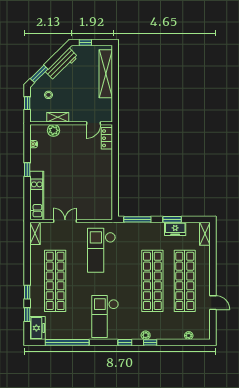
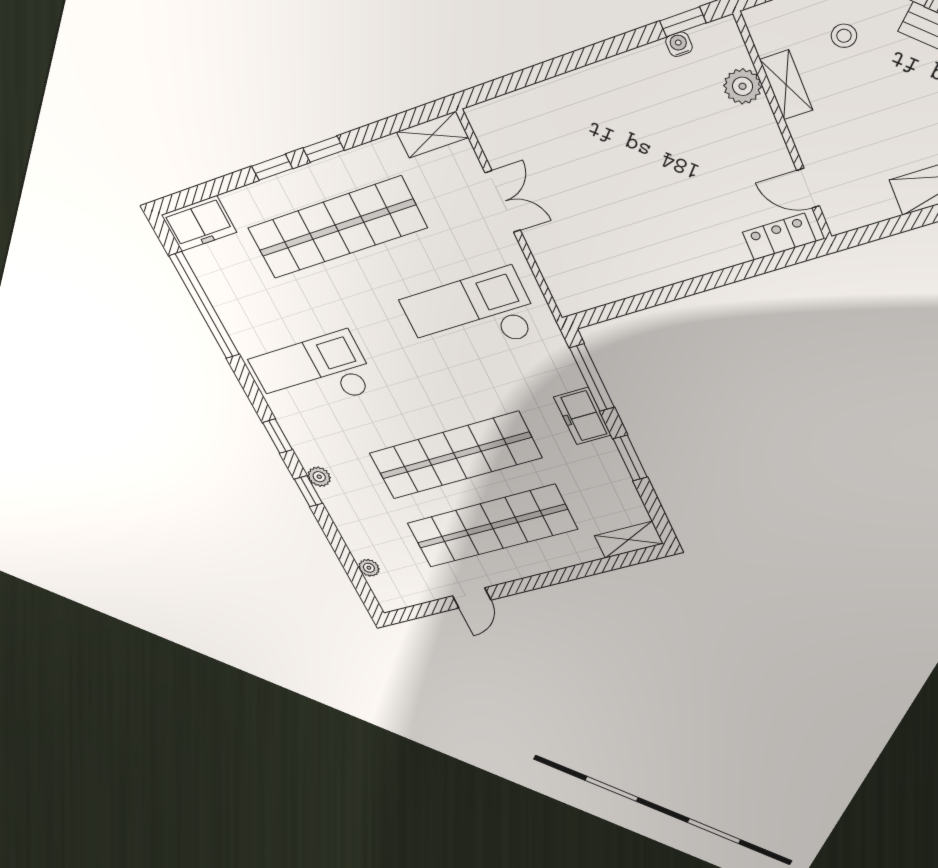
window: (27, 170) -> (683, 22), moved
kitchen unit: (37, 196) -> (537, 104), removed
freezer: (175, 229) -> (583, 416), moved
window: (27, 315) -> (324, 149), moved

